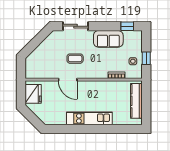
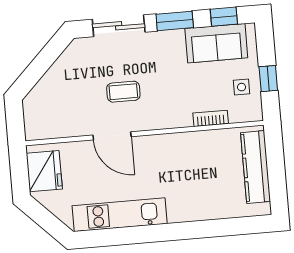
window: (103, 26) -> (175, 21), added
sofa: (108, 39) -> (216, 43), moved
kitchen unit: (89, 118) -> (120, 215), moved

